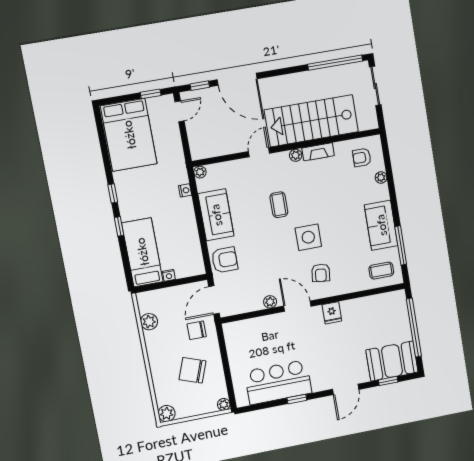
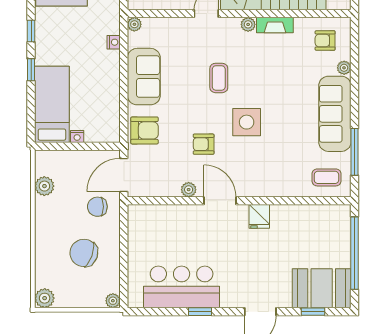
sofa: (381, 225) -> (335, 114), width x1.36
armchair: (321, 273) -> (204, 144), moved, turned 83

